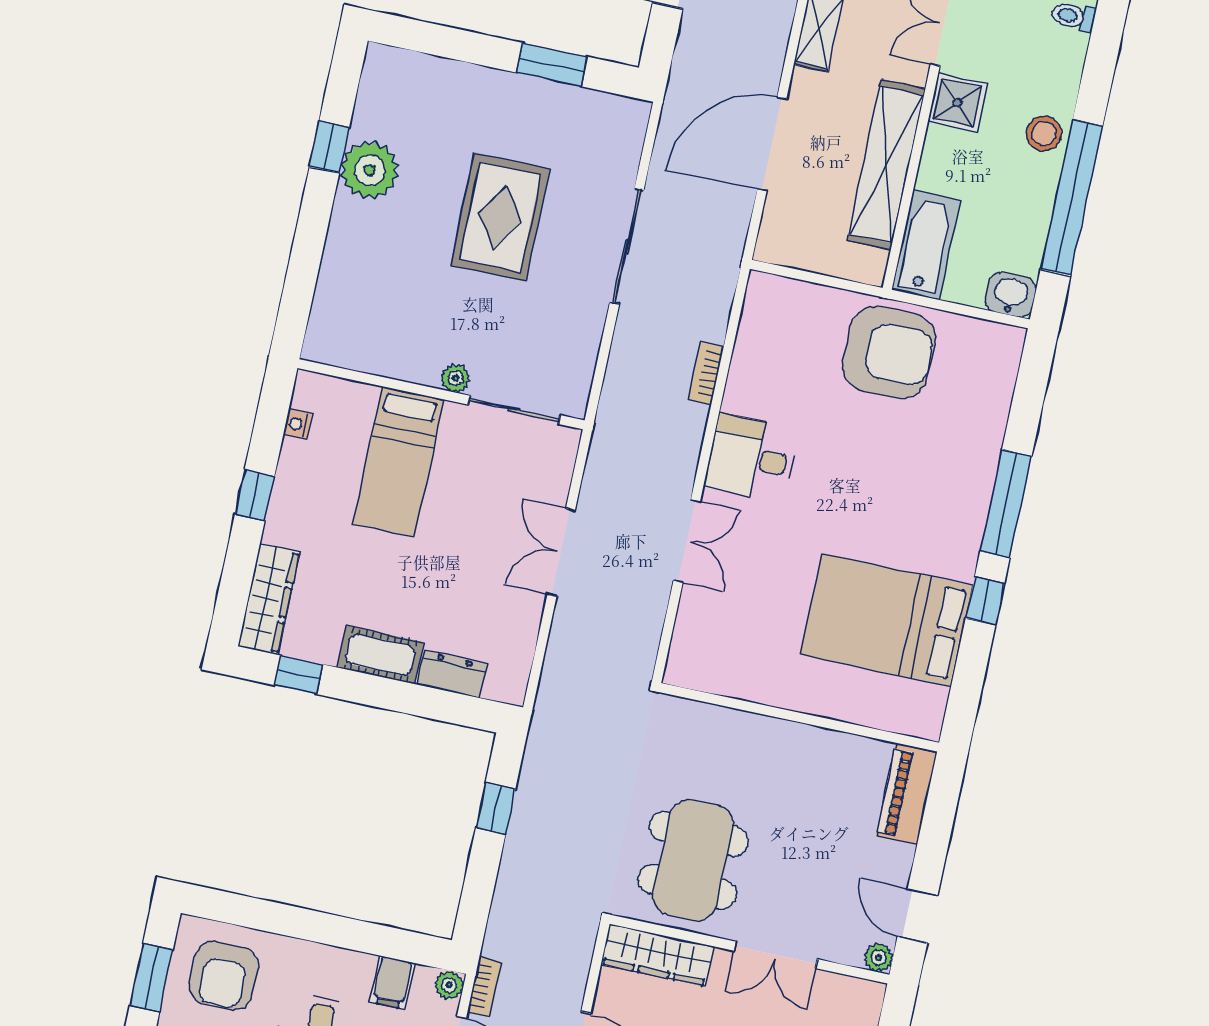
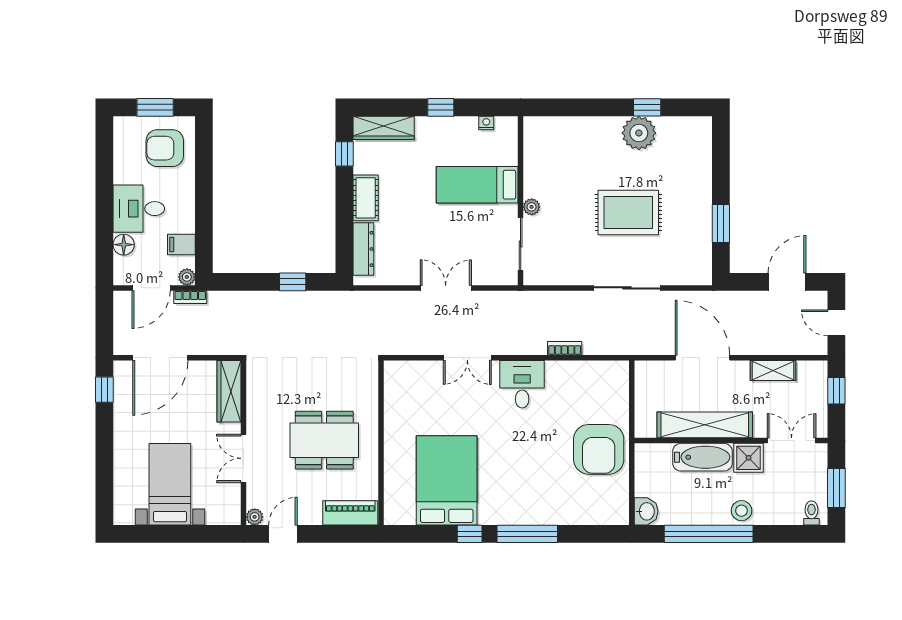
bathtub: (926, 245) -> (702, 457), moved
dresser: (452, 674) -> (363, 249), width x1.44
dining table: (693, 860) -> (324, 440), moved

